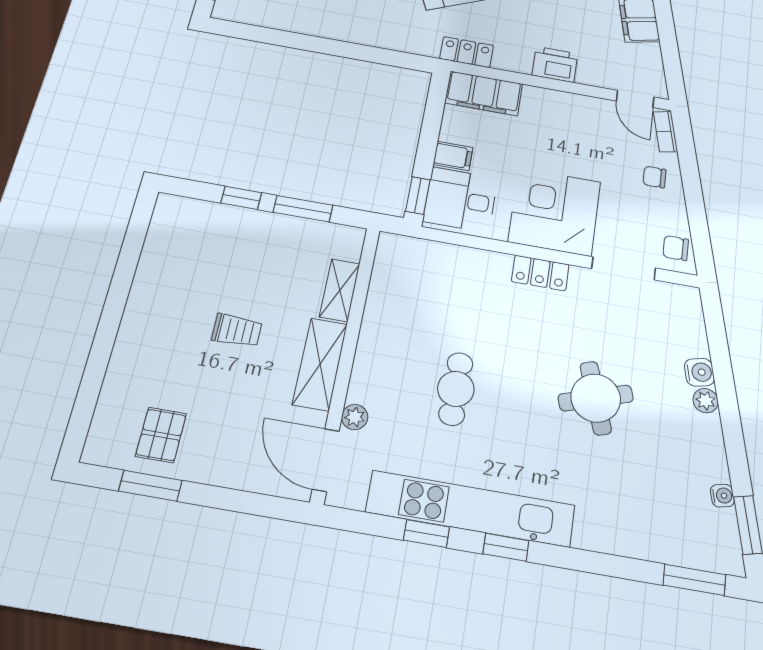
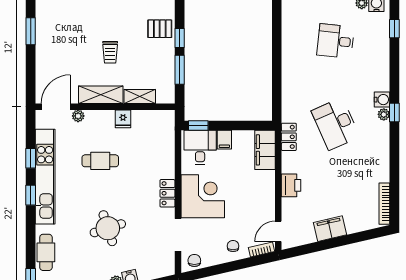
fridge: (378, 329) -> (123, 119), added
pallet: (161, 435) -> (160, 29), moved
cafe table: (633, 535) -> (46, 252), added

